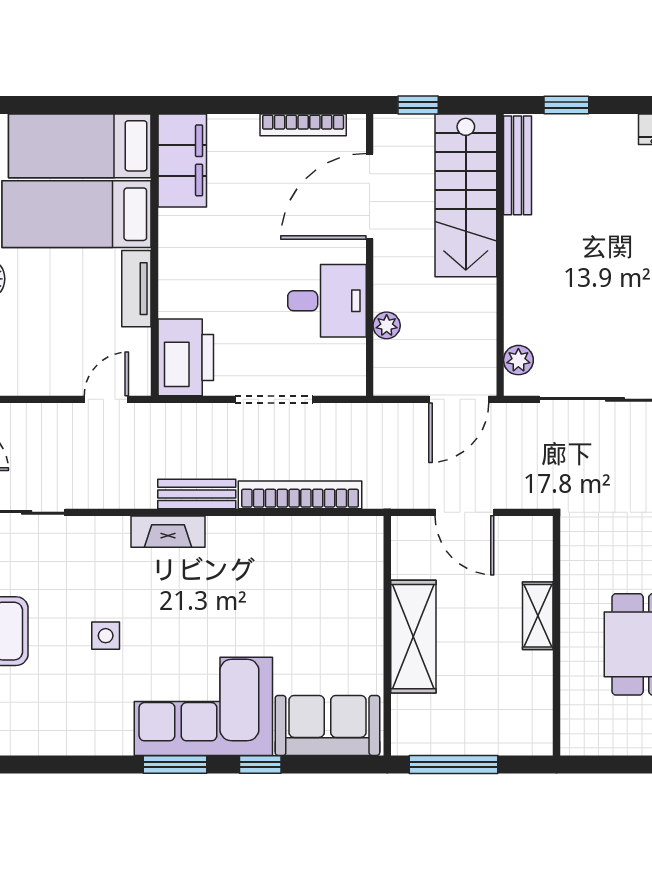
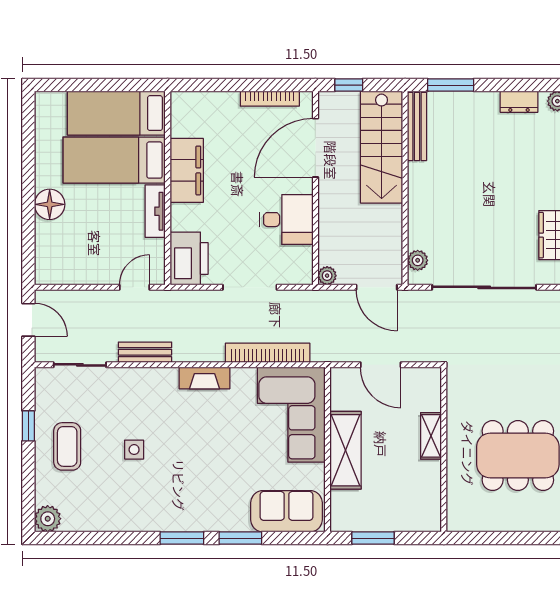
window: (566, 105) -> (451, 85), width x1.50
filing cabinet: (182, 160) -> (187, 170), moved
plant: (387, 325) -> (327, 276), moved
door: (459, 399) -> (377, 287), hinge flipped
bench: (197, 494) -> (145, 352), moved
fireplace: (168, 532) -> (204, 378), moved
corner sofa: (203, 706) -> (291, 415), moved, turned -90
window: (260, 764) -> (240, 538), width x1.50
window: (454, 764) -> (373, 538), width x0.69

